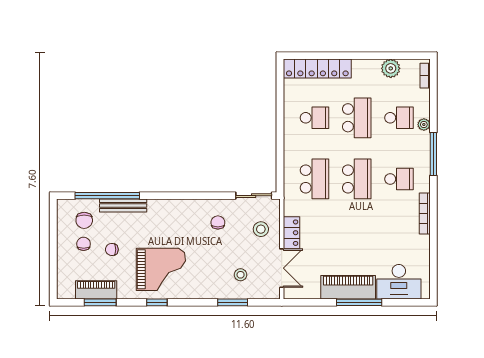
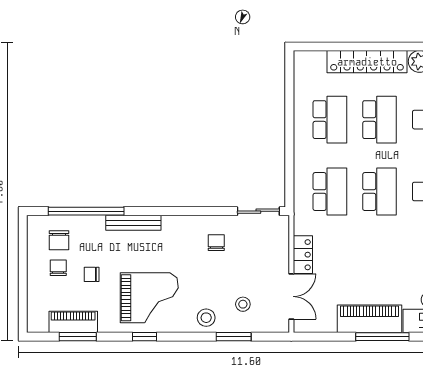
locker: (317, 69) -> (367, 62), moved
school desk: (314, 118) -> (330, 120), width x1.85
bench: (123, 206) -> (133, 223), moved
stool: (261, 229) -> (206, 318), moved

